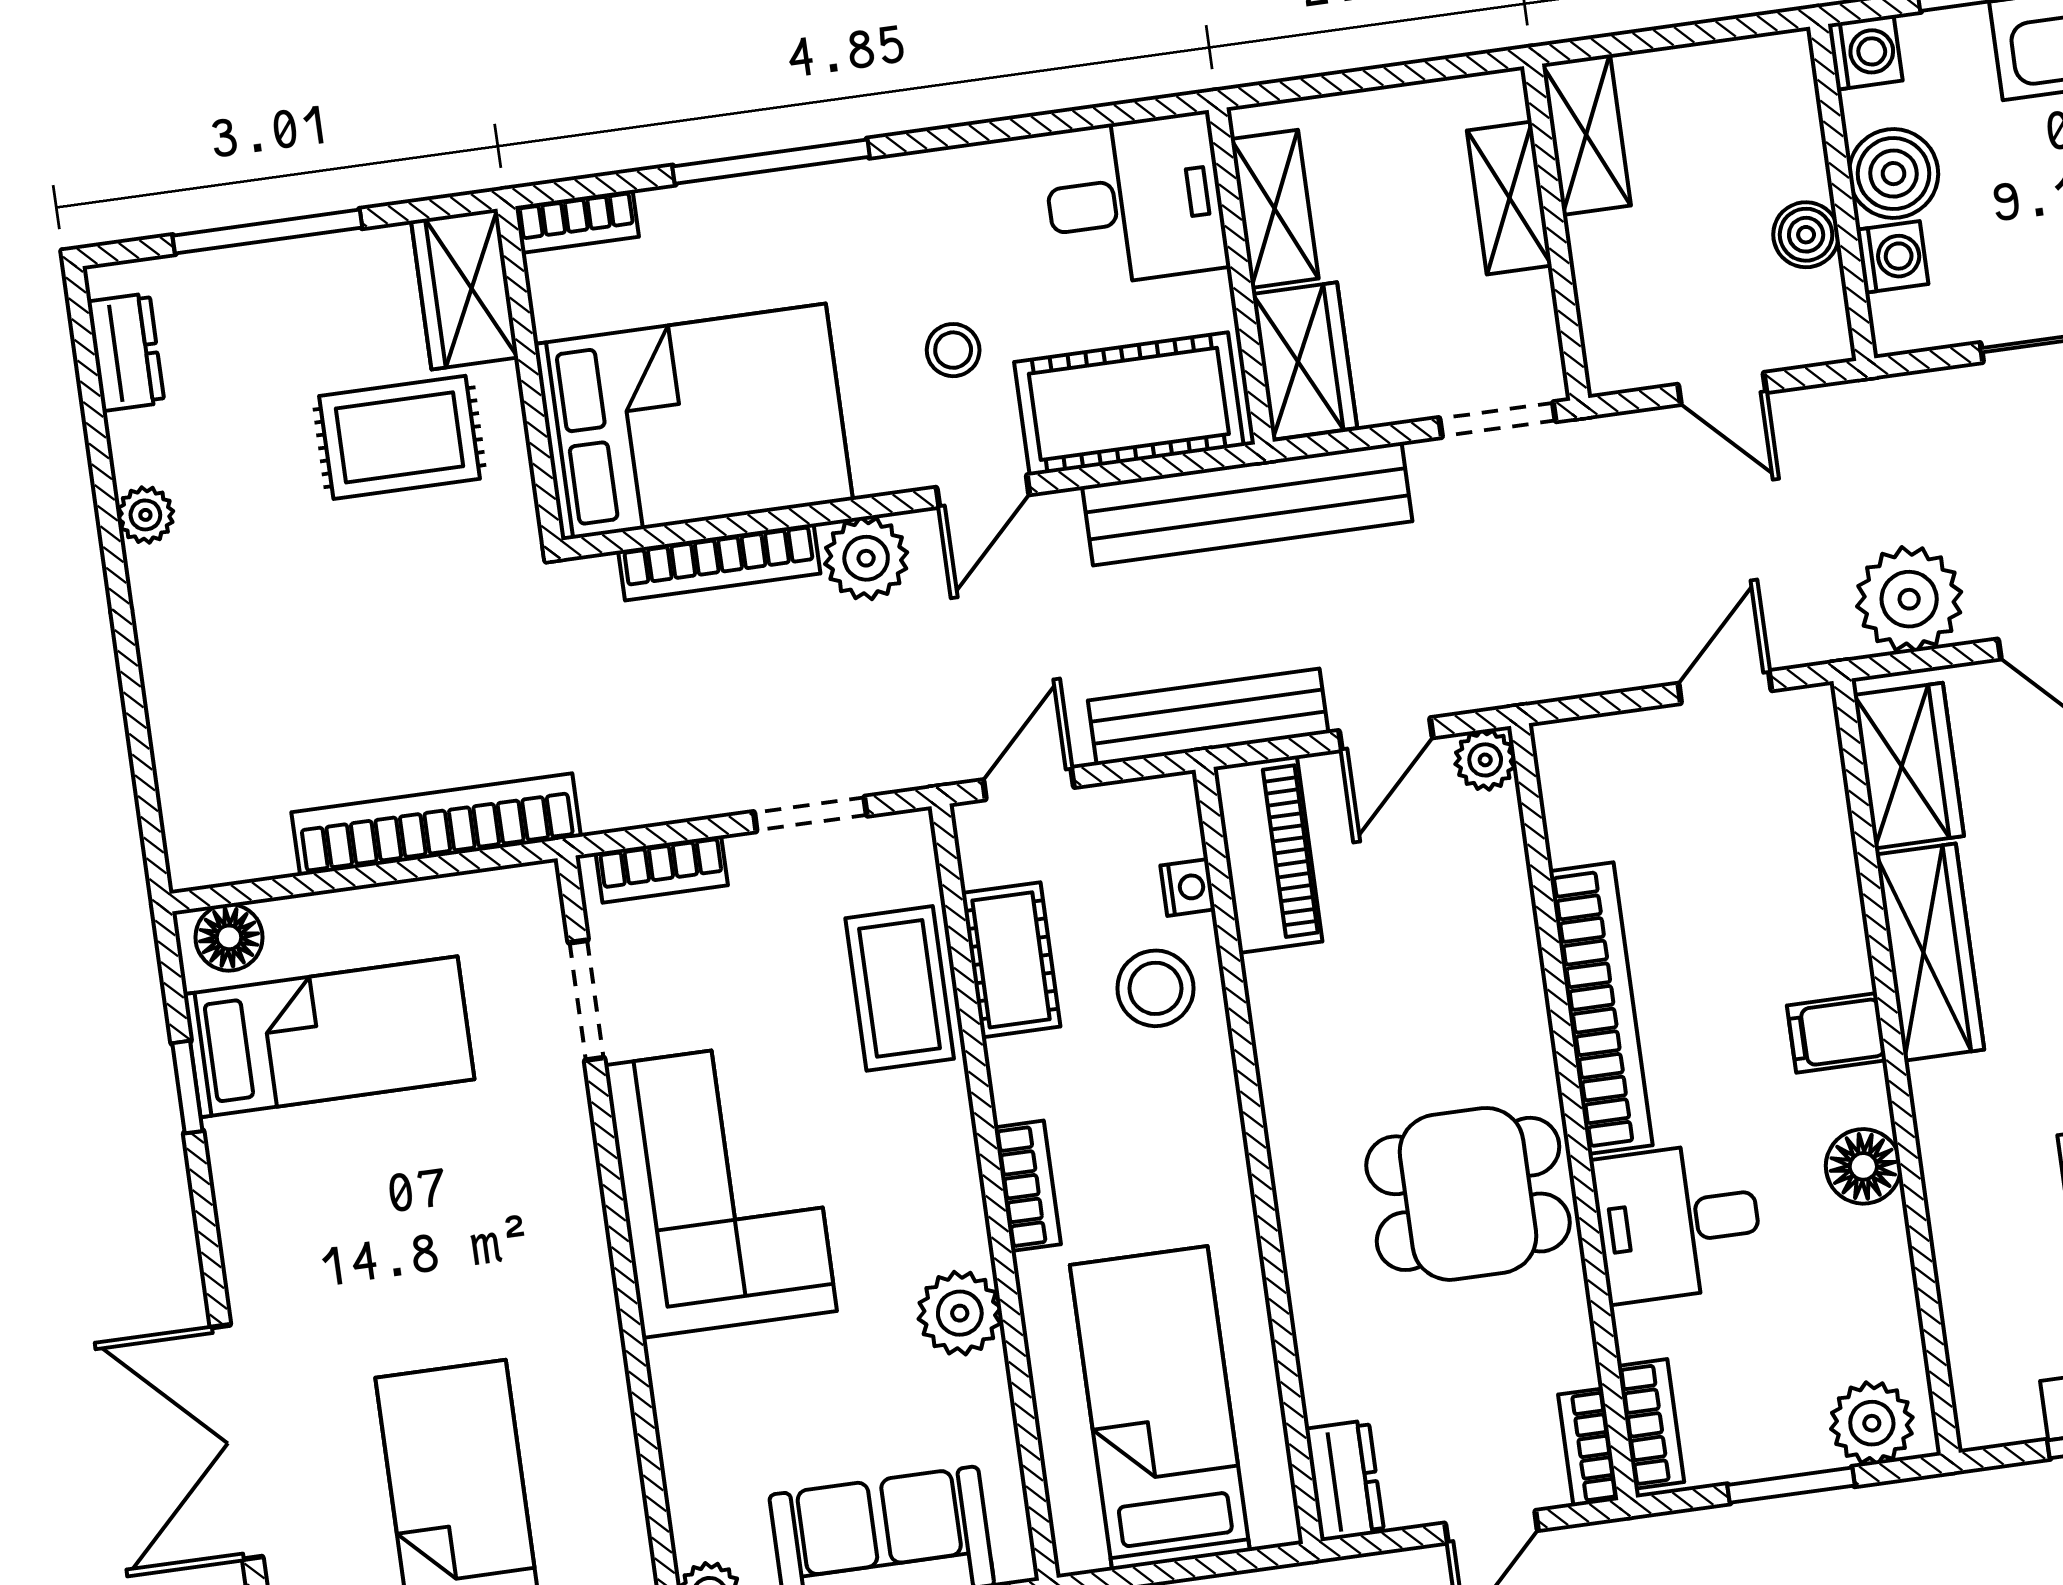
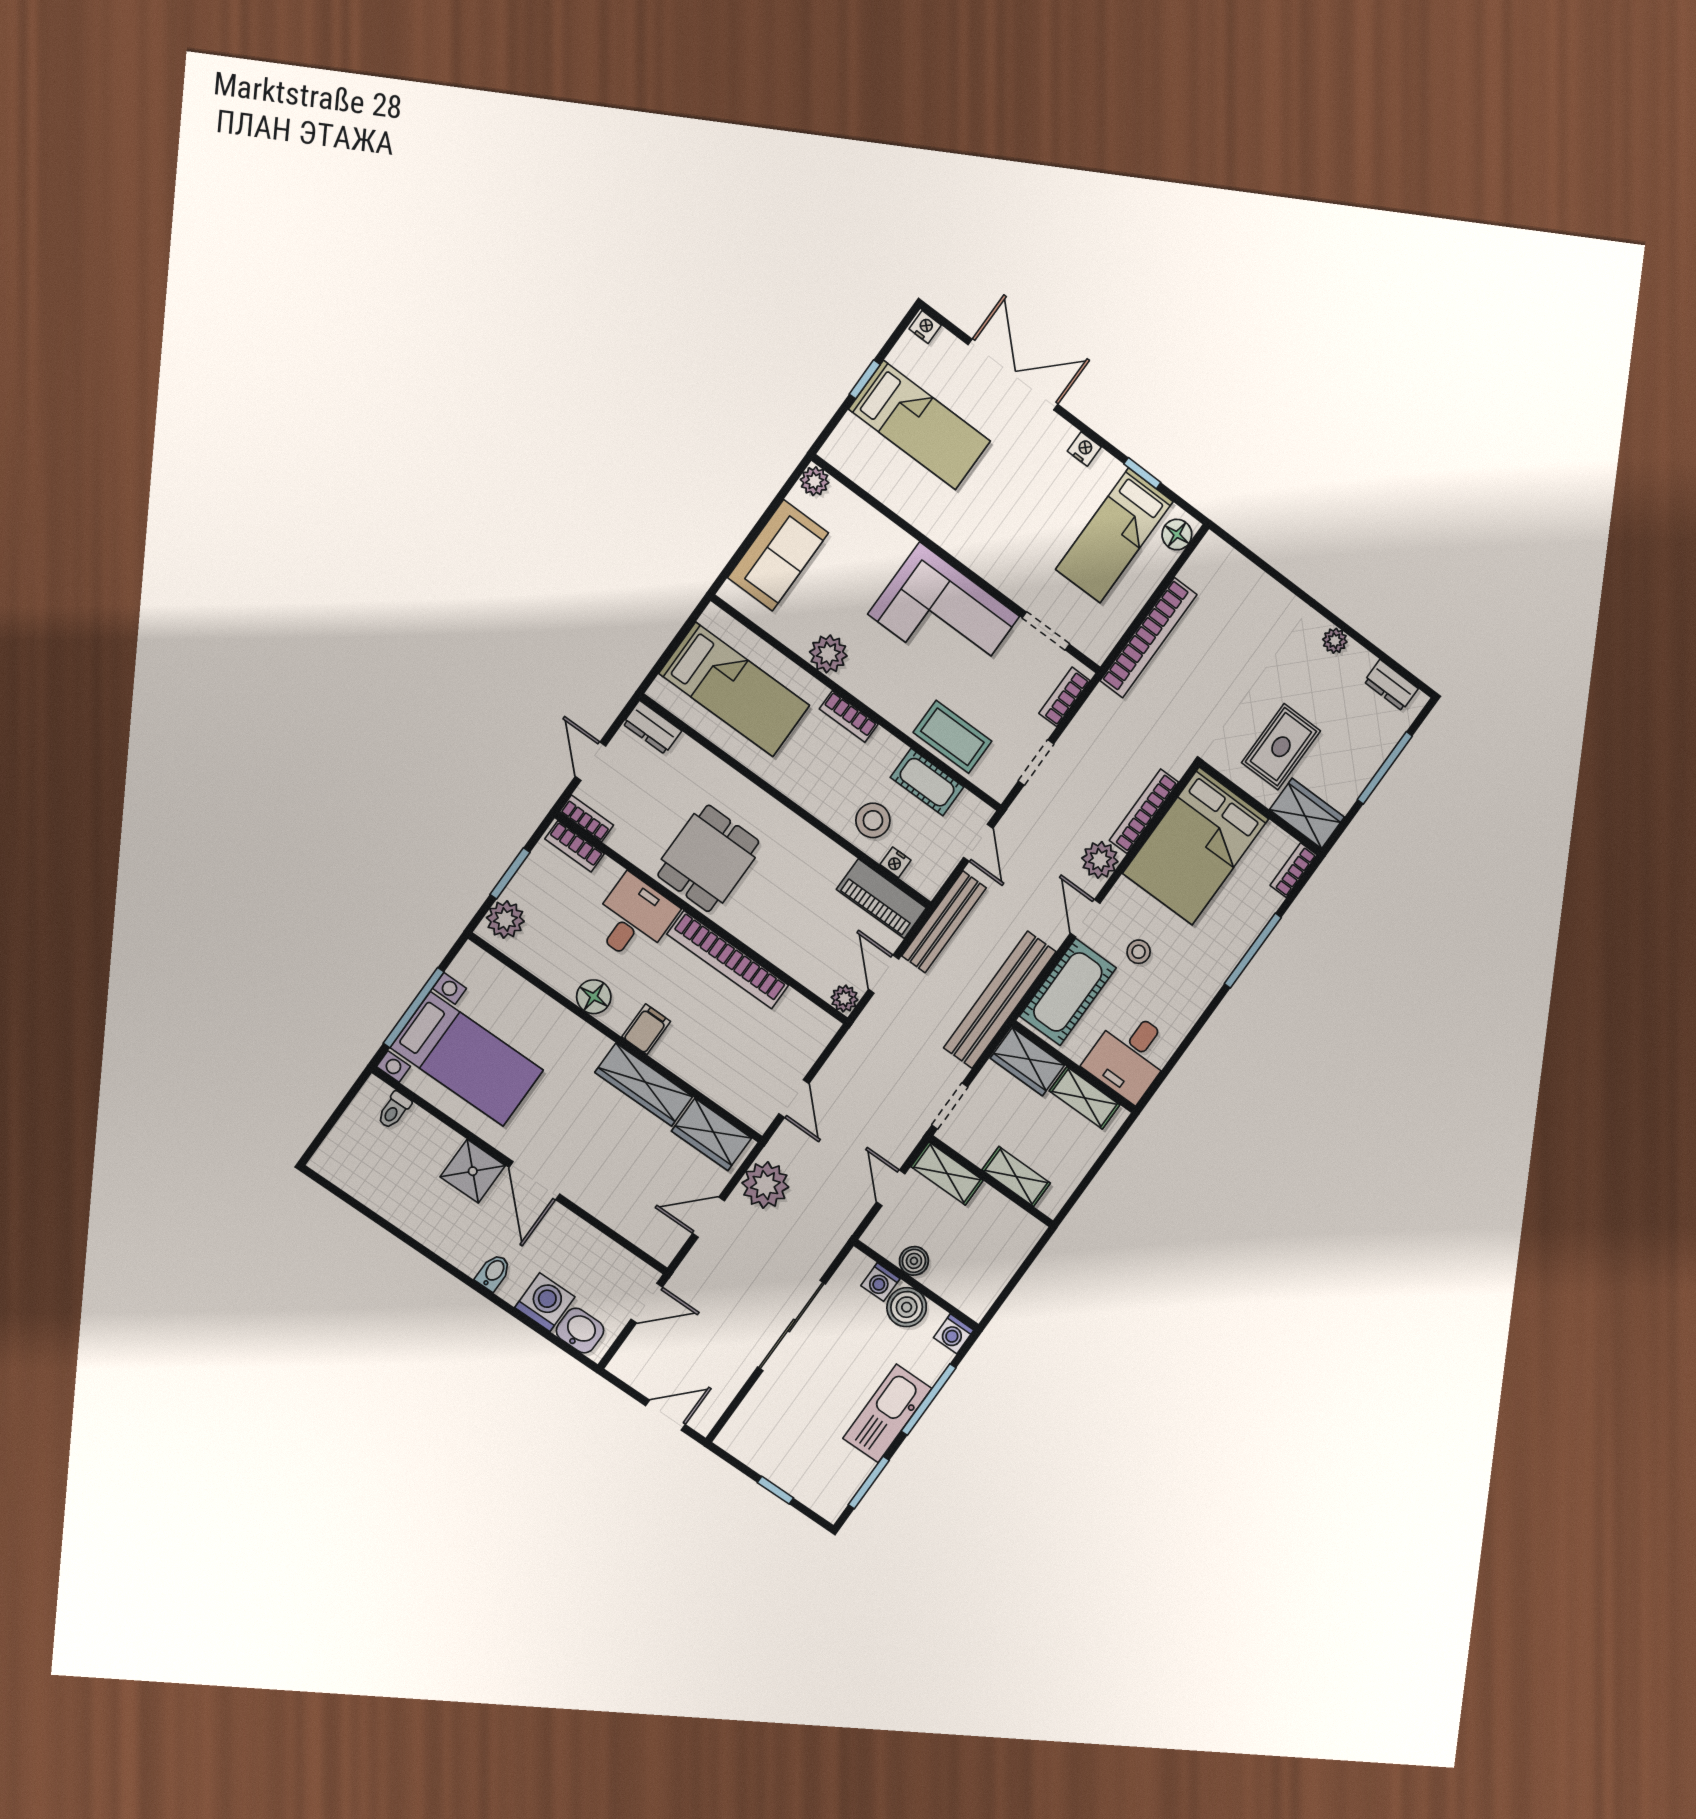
shelving: (1586, 135) -> (947, 1174), moved
door: (1722, 388) -> (891, 1188), hinge flipped
nightstand: (241, 1217) -> (1084, 449), added

